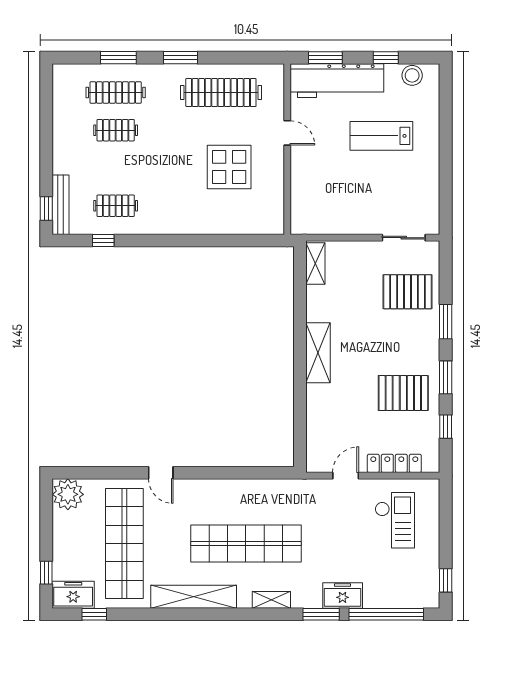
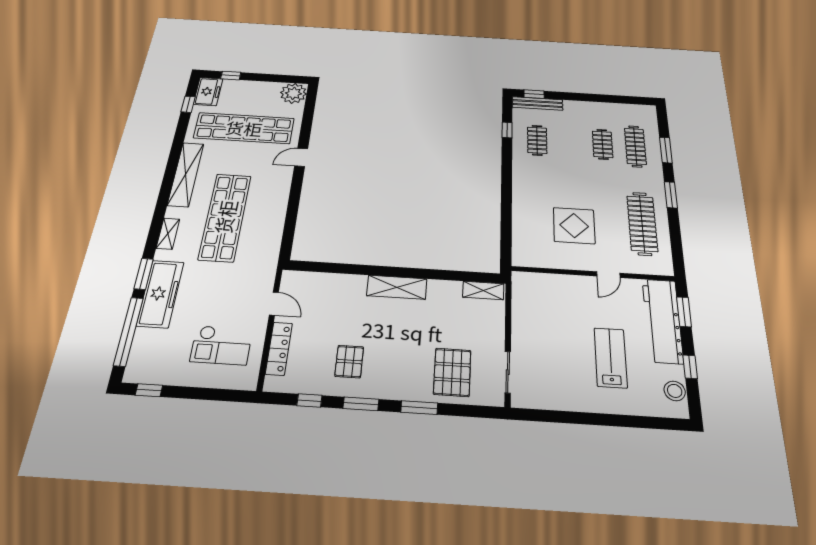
pallet: (403, 393) -> (349, 362), width x0.67, depth x0.71
freezer: (343, 596) -> (160, 294), width x1.91, depth x1.26

